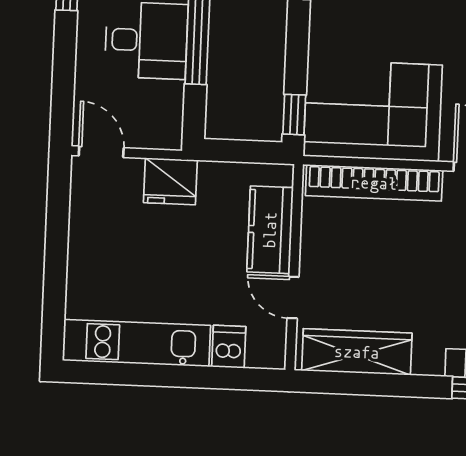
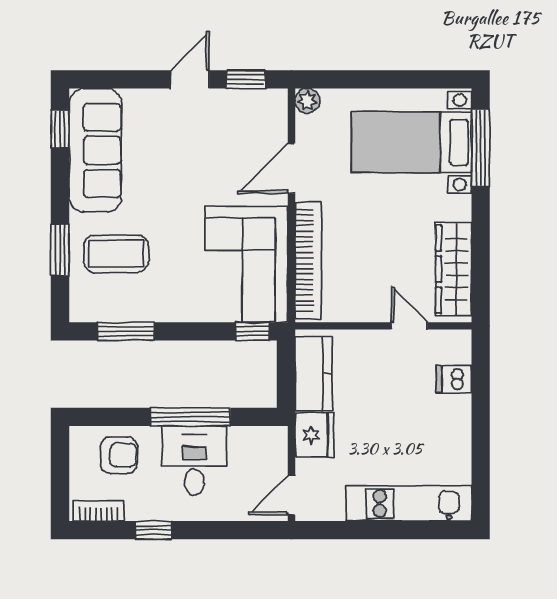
kitchen counter: (270, 230) -> (313, 373), moved, turned -90
door: (293, 297) -> (409, 326), swing flipped
kitchen unit: (136, 343) -> (409, 503), moved, turned 90

